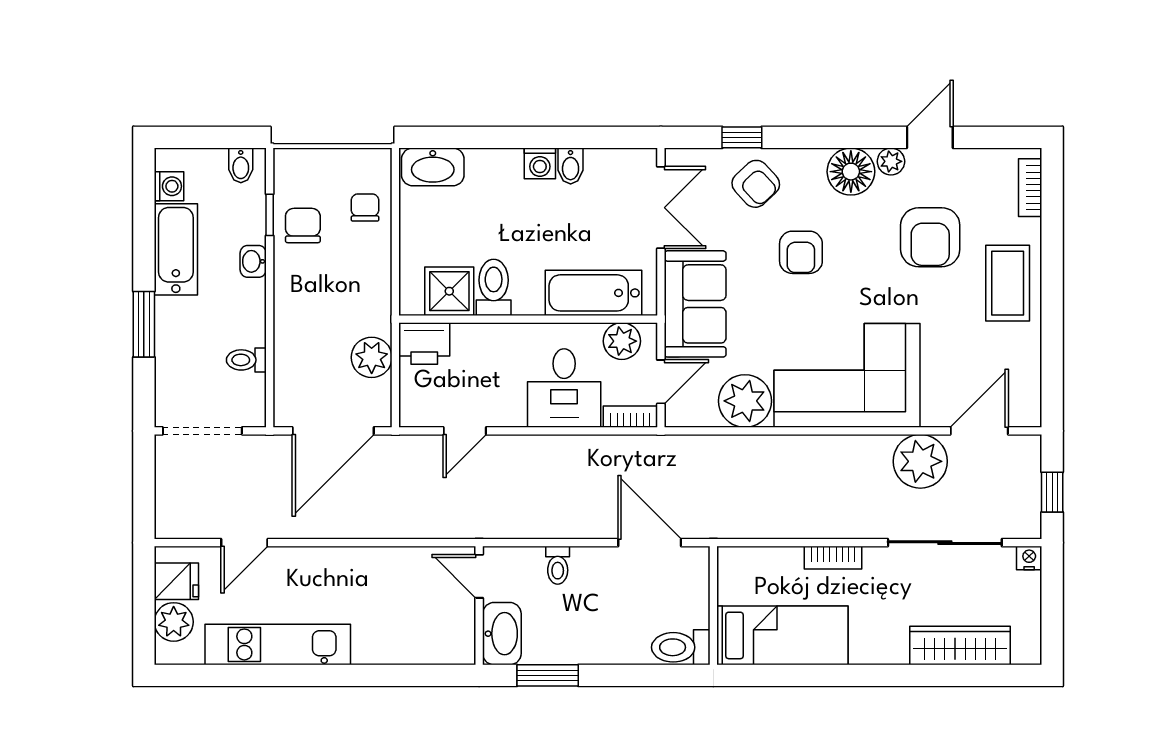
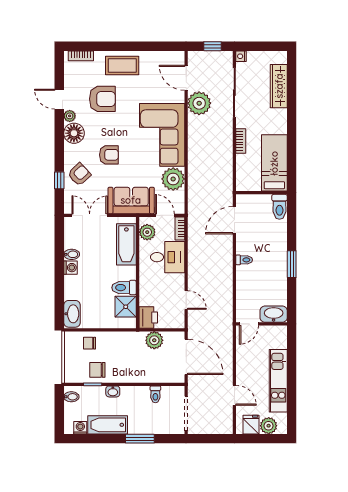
door: (479, 576) -> (249, 324), moved
wall: (479, 606) -> (261, 324), moved
washbasin: (502, 634) -> (274, 314), moved

